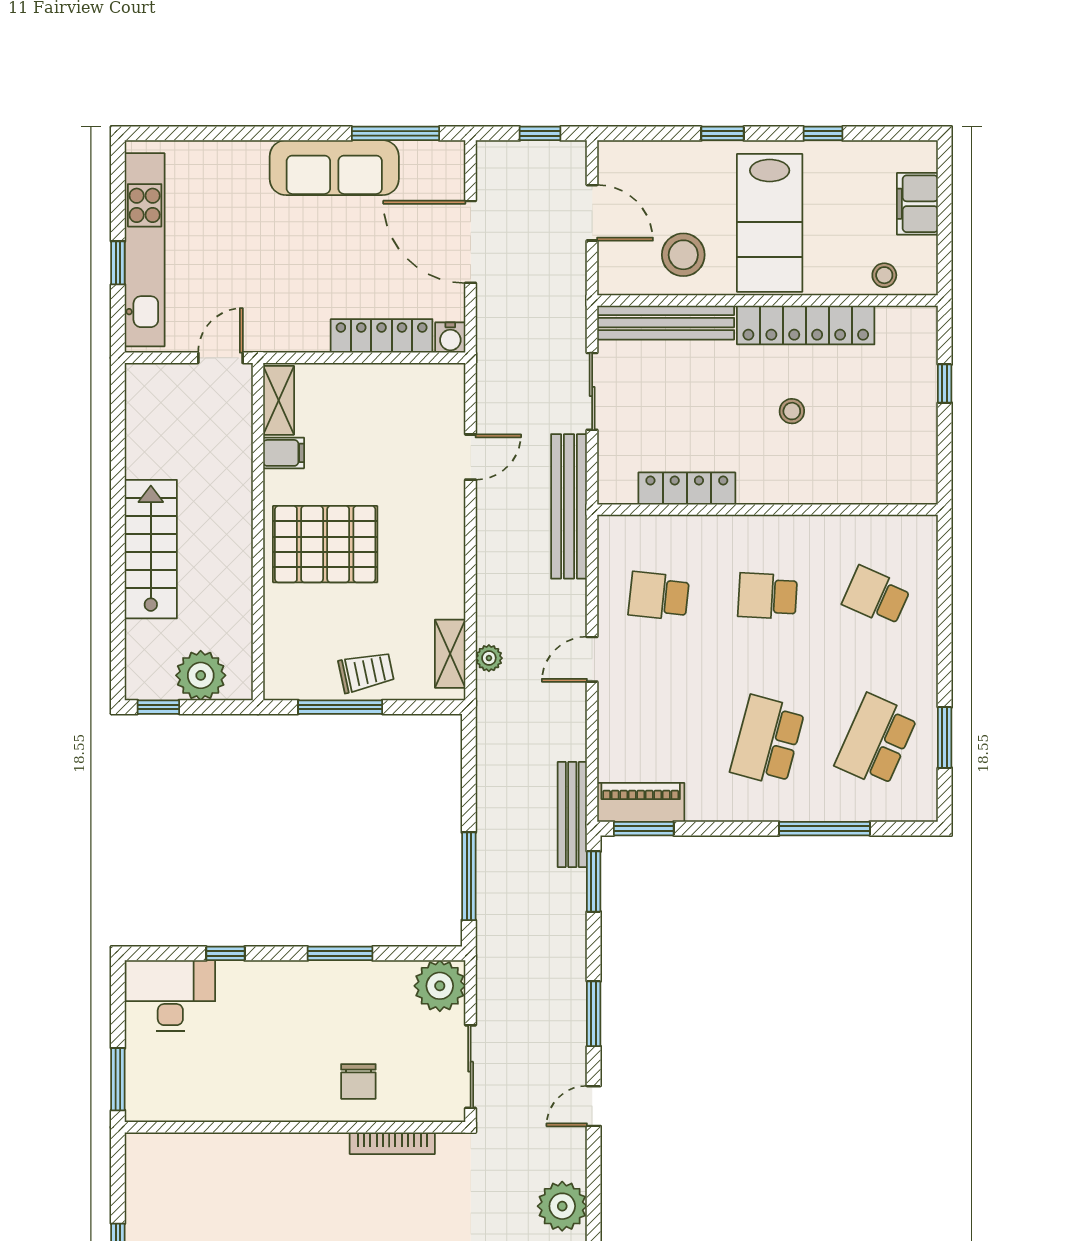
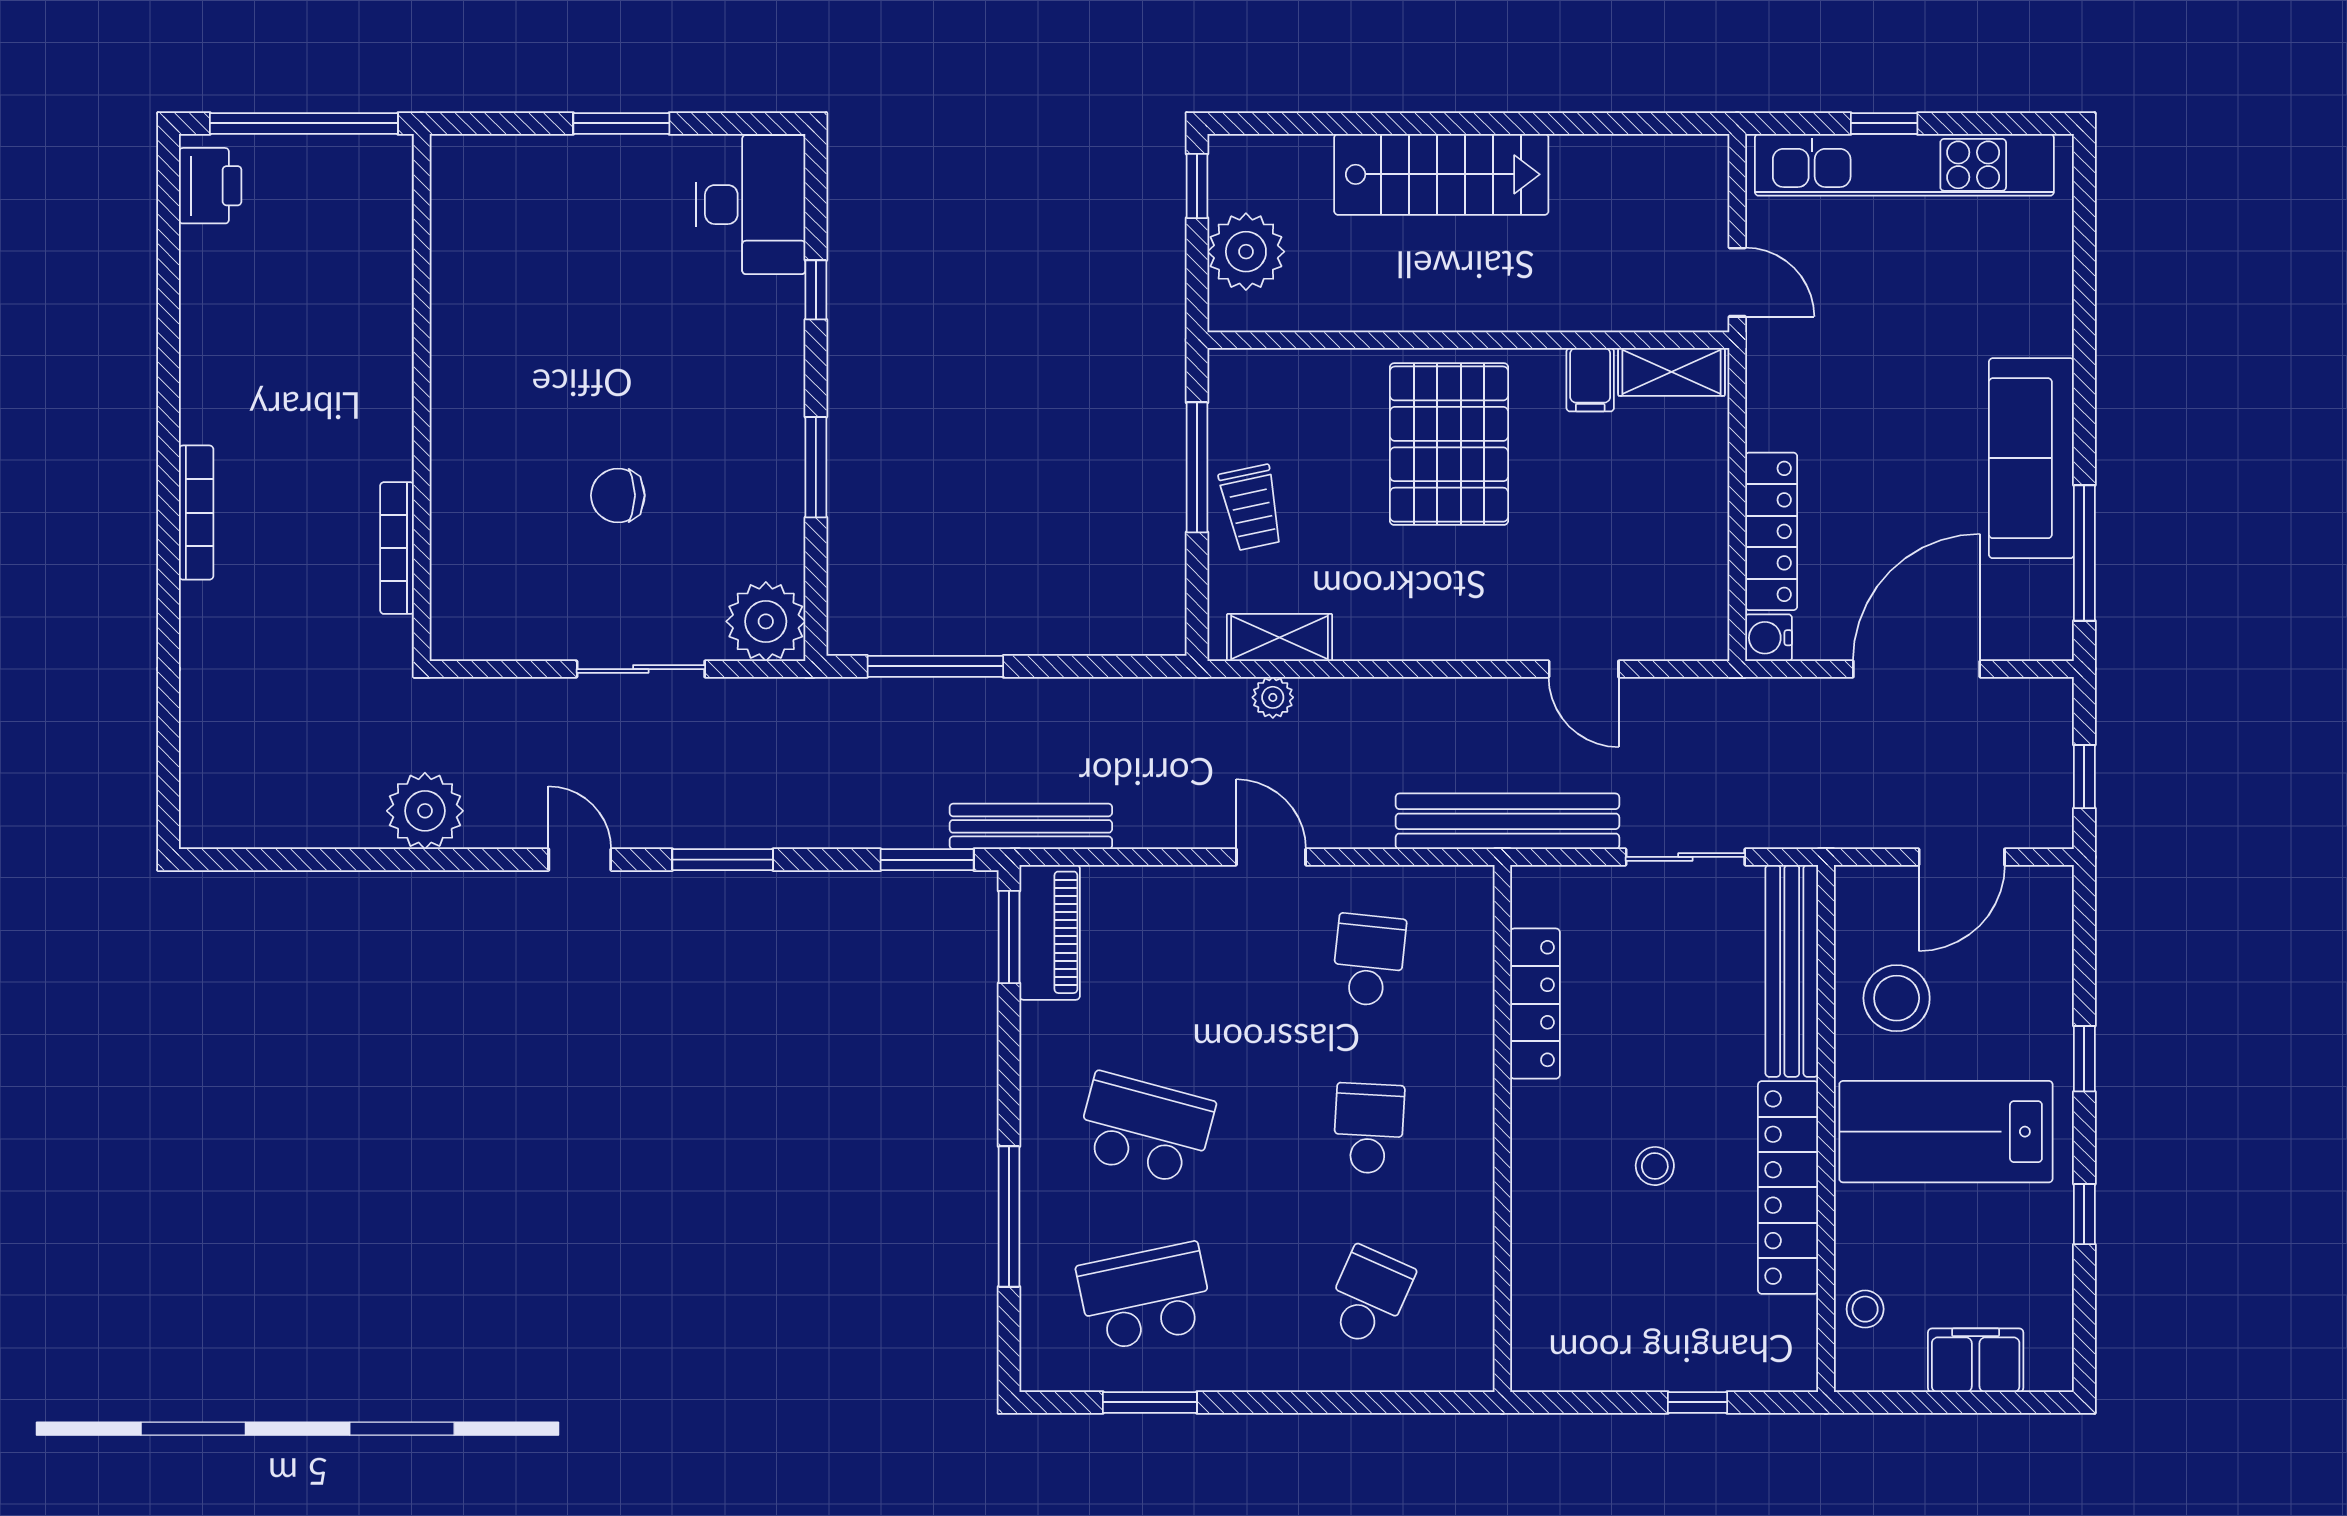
school desk: (876, 741) -> (1145, 1297), turned -36
wall: (295, 1127) -> (422, 398), moved
bookcase: (392, 1143) -> (397, 548), moved

